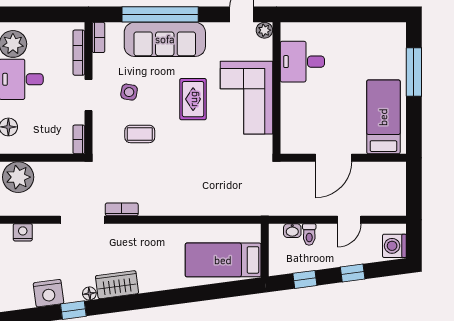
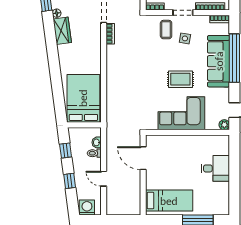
desk: (302, 62) -> (215, 168), moved, turned 90
coffee table: (140, 134) -> (166, 30), moved
door: (334, 158) -> (143, 158), moved
bed: (223, 260) -> (83, 98), width x1.50

